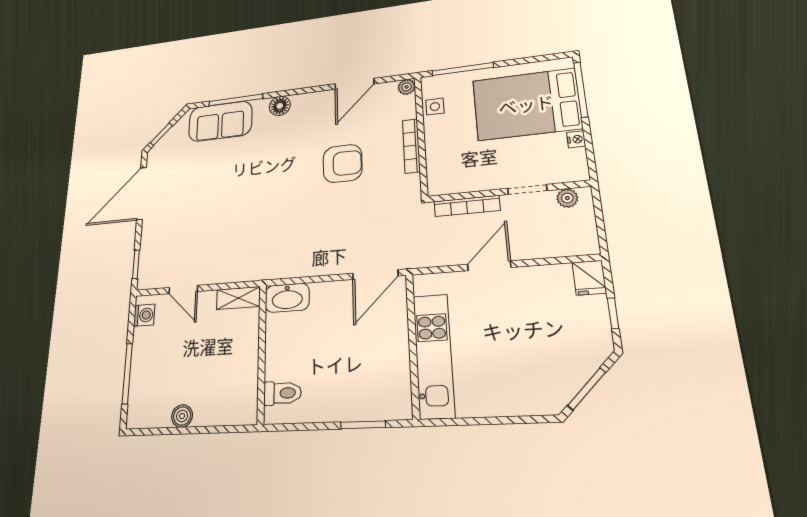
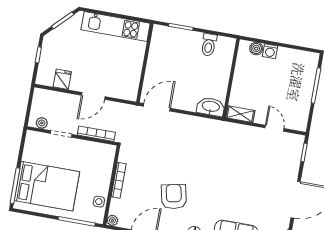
nightstand: (576, 139) -> (27, 156), removed
armchair: (343, 163) -> (174, 197), moved, turned 78
fridge: (589, 278) -> (62, 79), moved
washing machine: (144, 315) -> (270, 51), moved, turned -90
kitchen unit: (434, 356) -> (116, 27), moved, turned -90
toilet: (282, 393) -> (209, 45), moved, turned -90
boiler: (182, 416) -> (256, 49), moved

